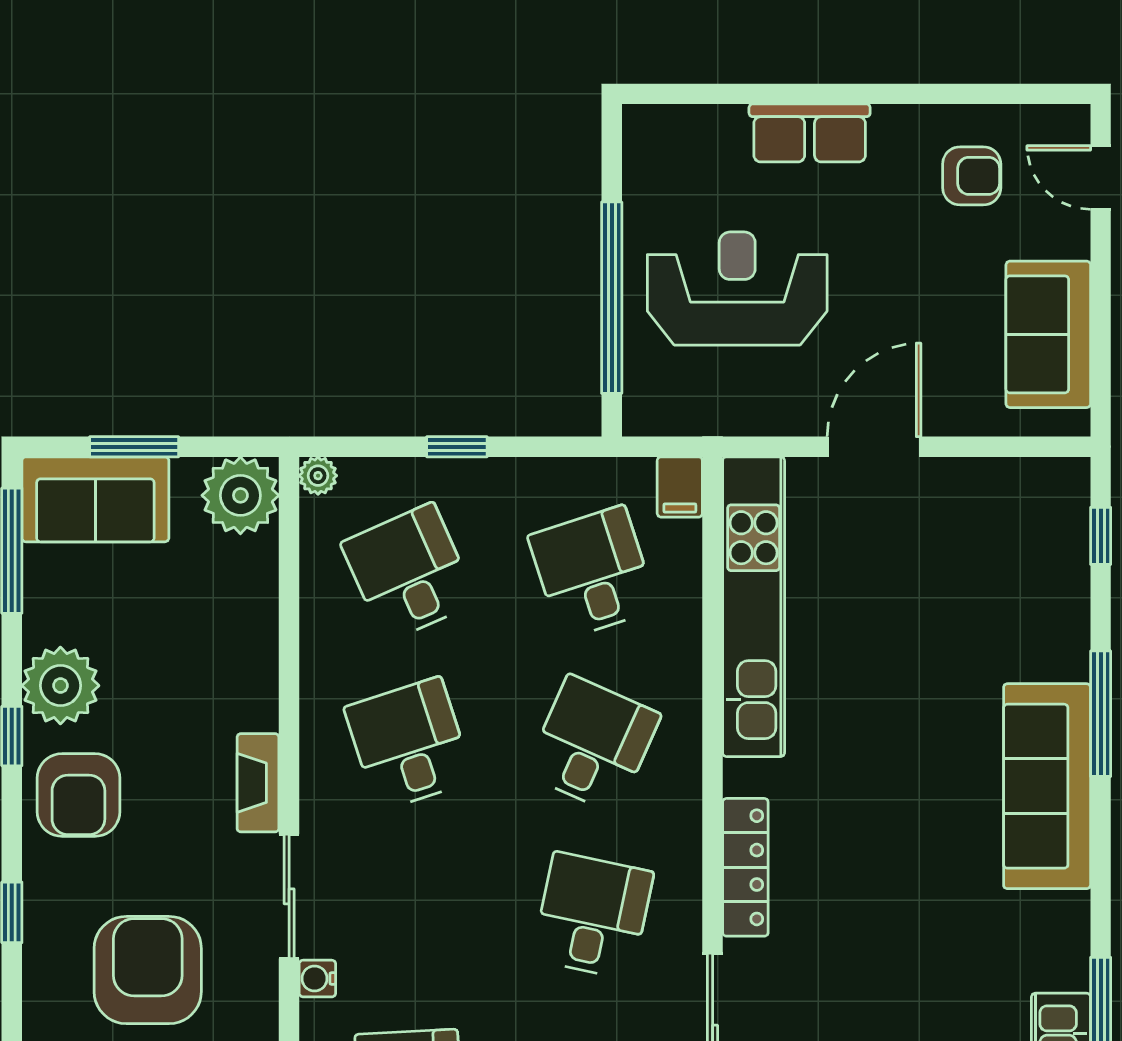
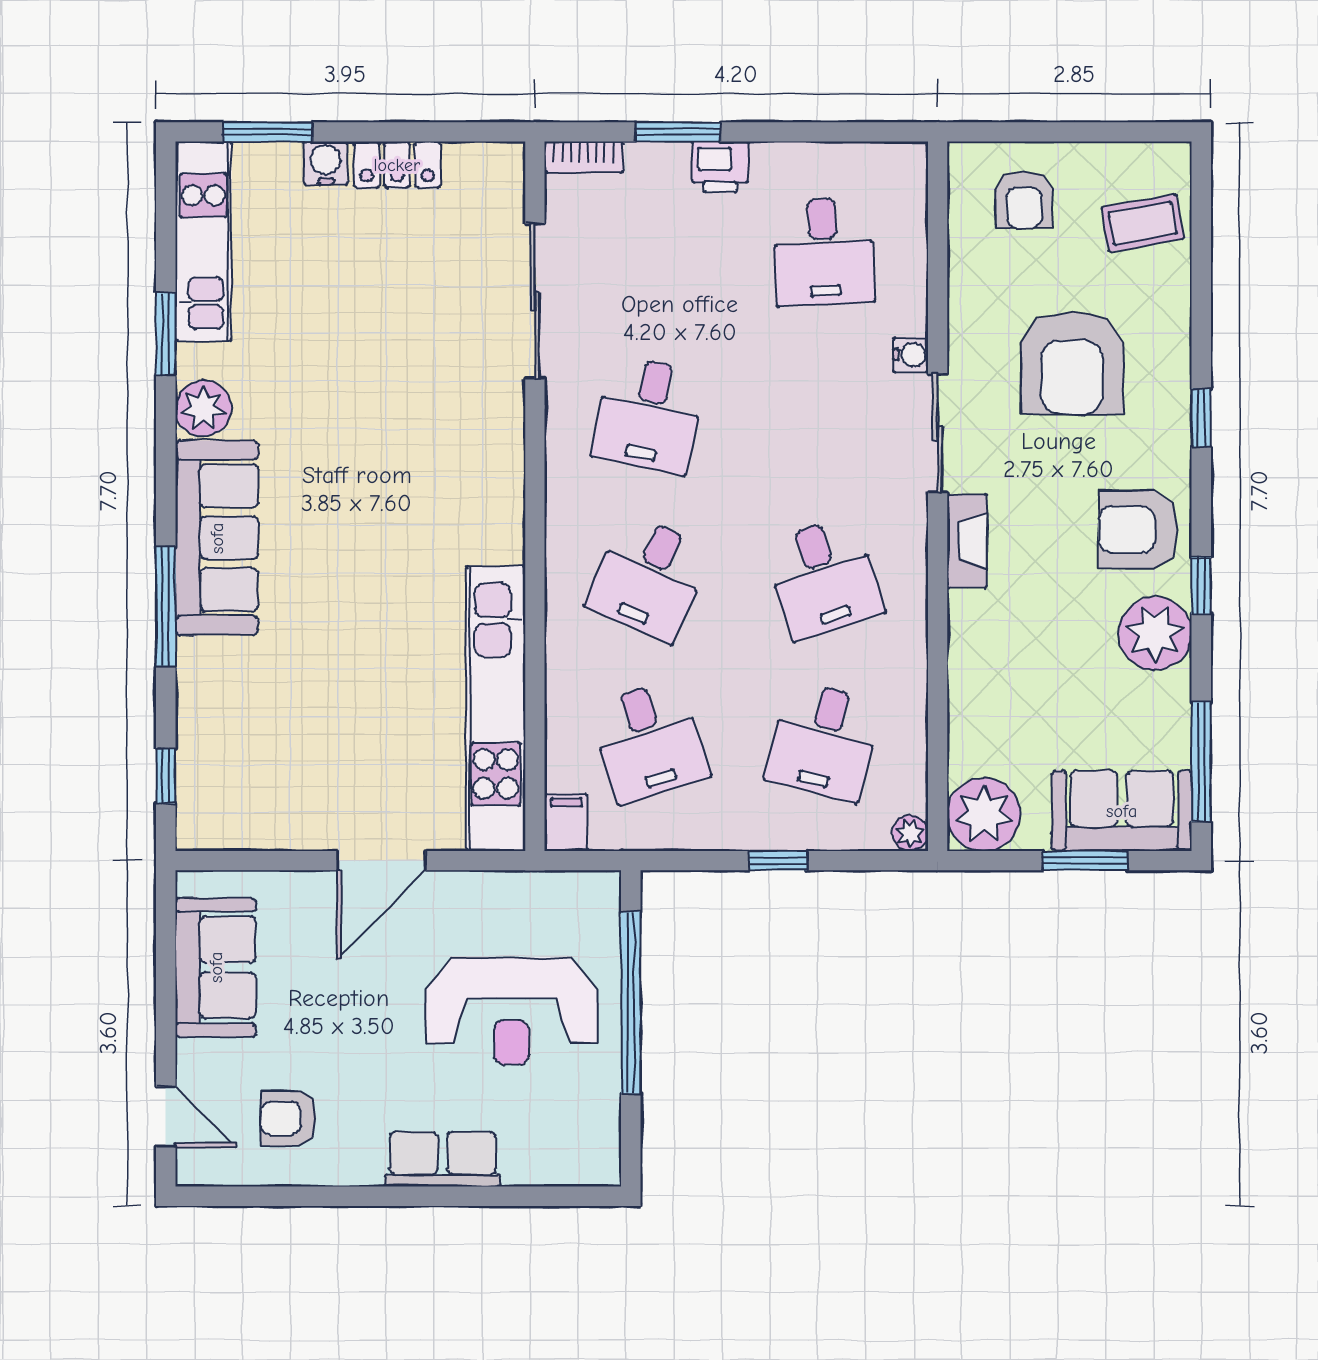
desk: (409, 573) -> (824, 741), turned 39
armchair: (78, 795) -> (1138, 529), turned -90
locker: (745, 867) -> (504, 461), removed
plant: (1061, 922) -> (203, 408), added

